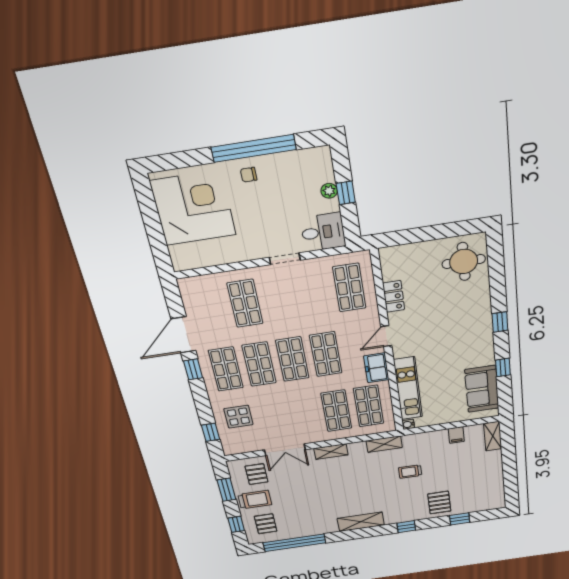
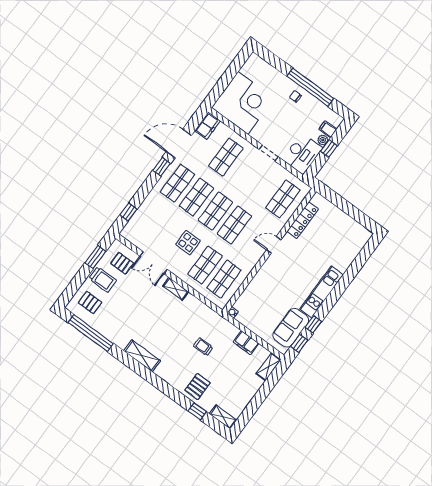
filing cabinet: (323, 174) -> (328, 129), added
corner desk: (193, 208) -> (243, 103), moved
desk: (323, 232) -> (302, 154), width x1.37
round table: (464, 262) -> (349, 240), removed
locker: (394, 296) -> (303, 220), width x1.53
window: (500, 322) -> (299, 343), moved
freezer: (376, 368) -> (207, 126), moved, turned 180
kitchen unit: (408, 388) -> (322, 292), moved, turned 180
display table: (238, 417) -> (188, 243), moved
filing cabinet: (456, 435) -> (246, 343), width x2.00
shelving: (384, 444) -> (223, 417), moved
pallet: (256, 474) -> (122, 263), turned 90
window: (236, 524) -> (74, 286), removed
pallet: (266, 524) -> (90, 302), turned 90
window: (406, 527) -> (163, 386), removed

